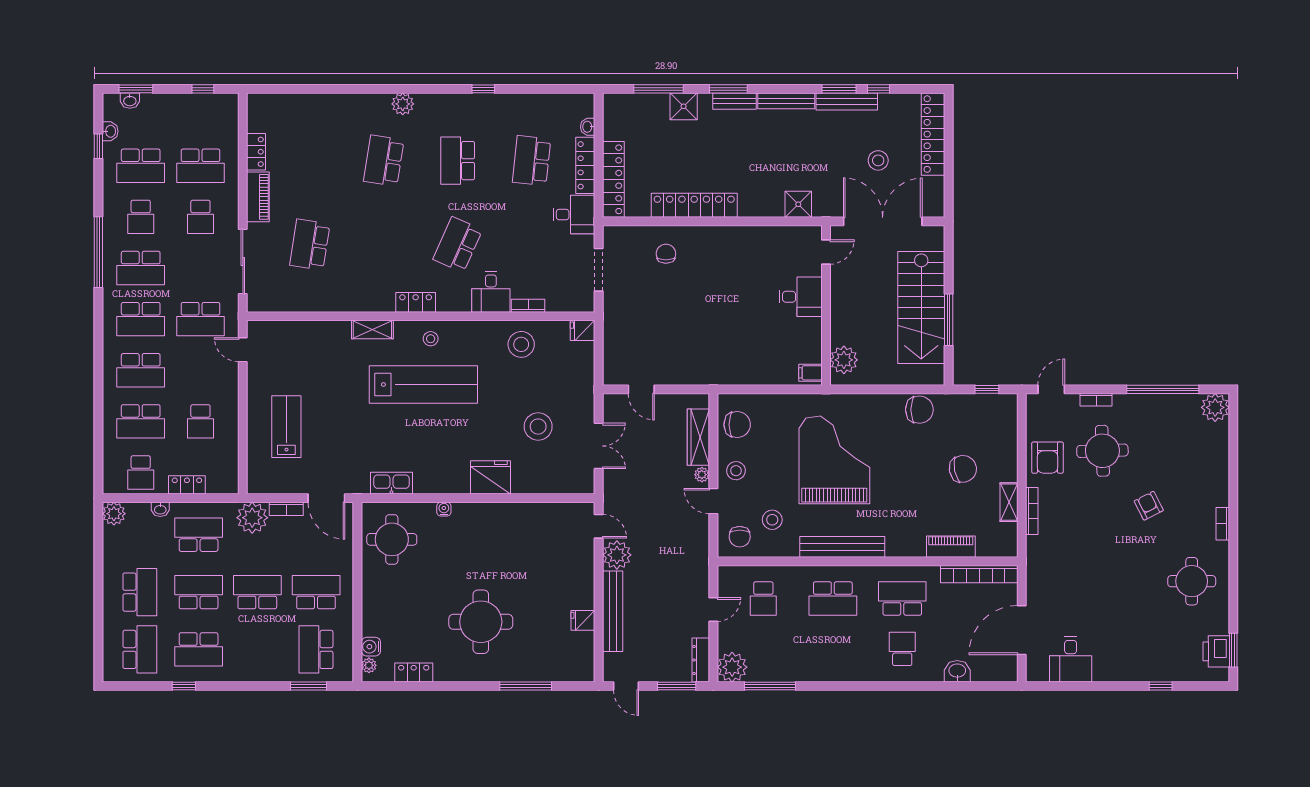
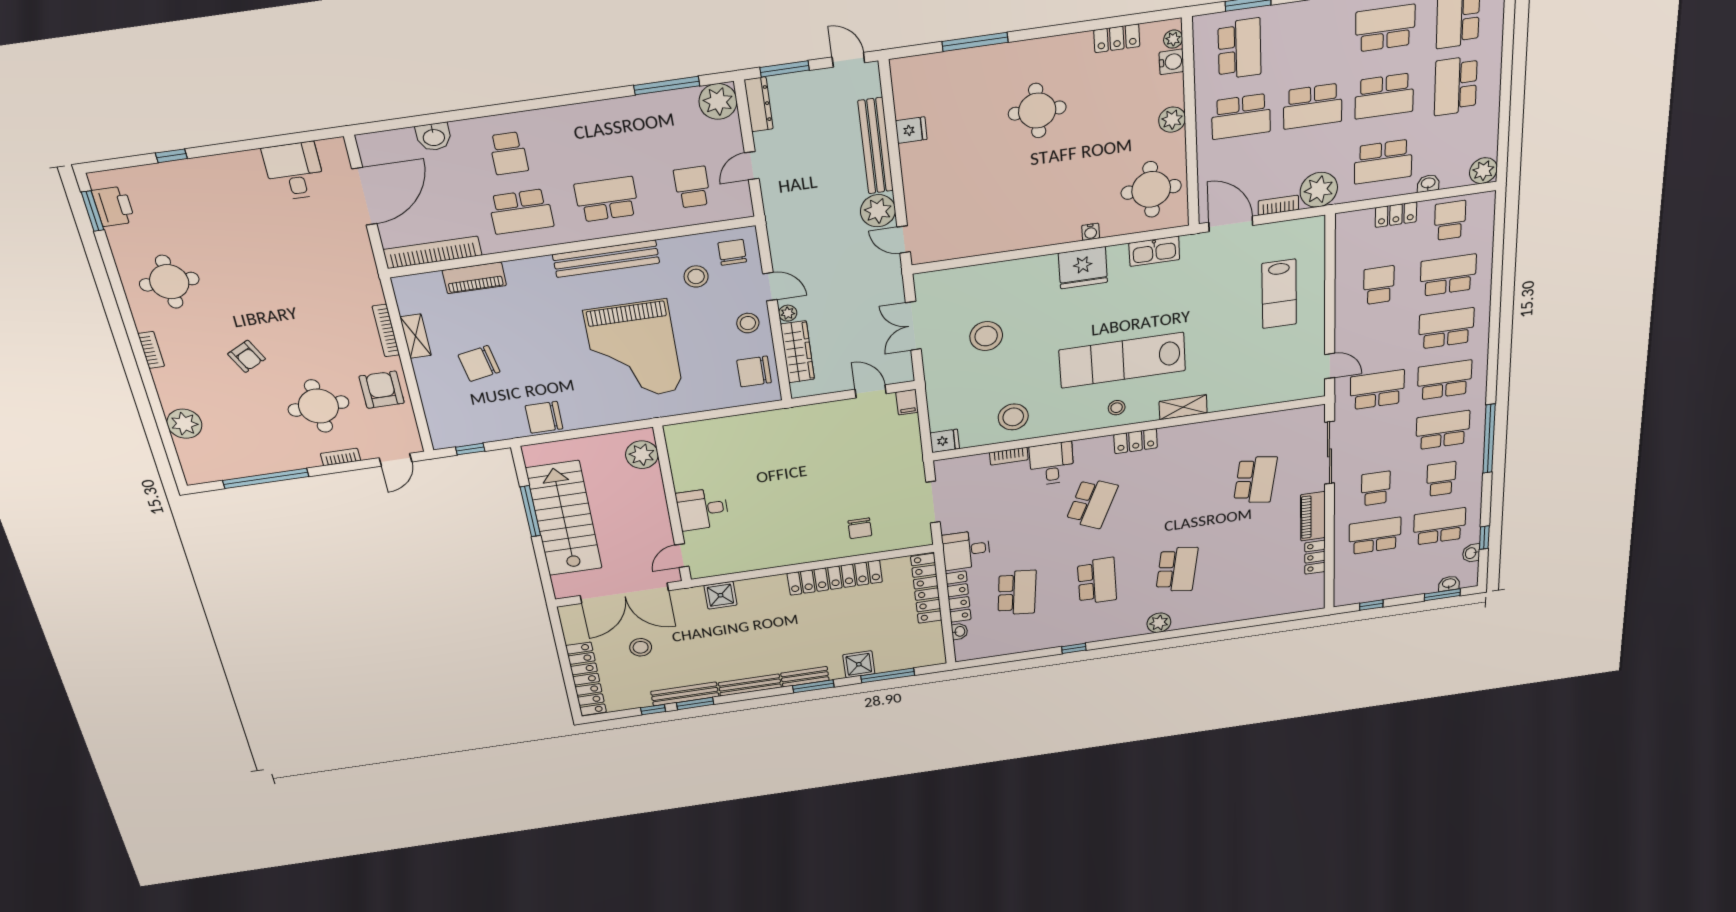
filing cabinet: (811, 373) -> (907, 402), moved, turned 90
plant: (1215, 407) -> (184, 424), moved
fridge: (491, 477) -> (1083, 268), moved
plant: (372, 598) -> (1172, 120), added
round table: (481, 622) -> (1037, 111), width x0.73, depth x0.73

